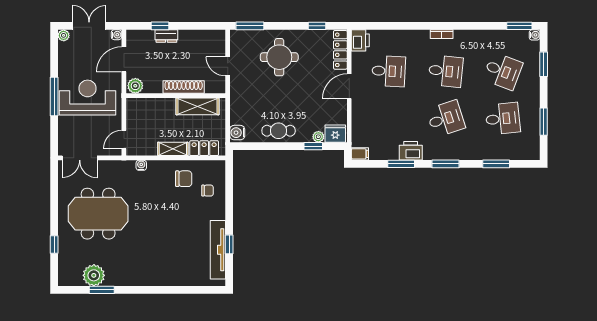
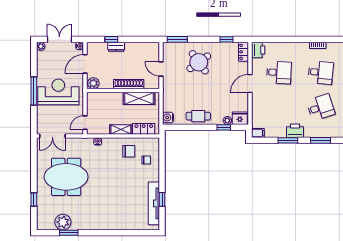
locker: (340, 50) -> (244, 52), width x0.66
round table: (279, 57) -> (199, 62), turned -36

